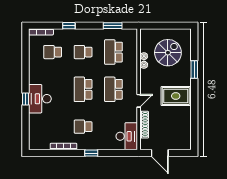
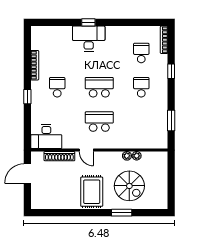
school desk: (113, 52) -> (141, 122), removed
spiral stairs: (168, 53) -> (129, 186), moved

